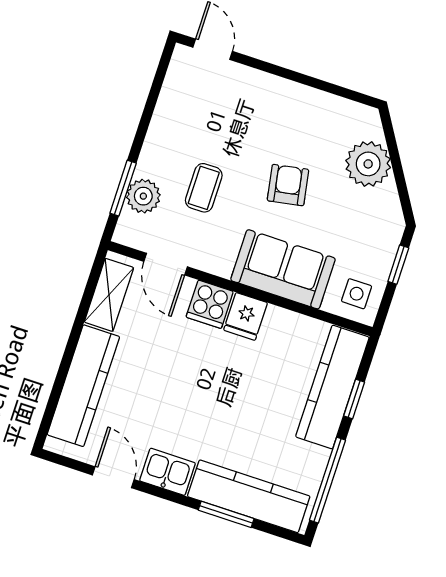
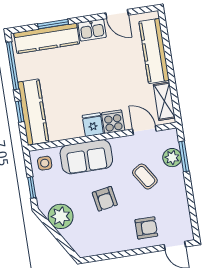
armchair: (245, 103) -> (146, 228), added
plant: (368, 164) -> (61, 216), moved
coffee table: (204, 188) -> (145, 177), turned -33

